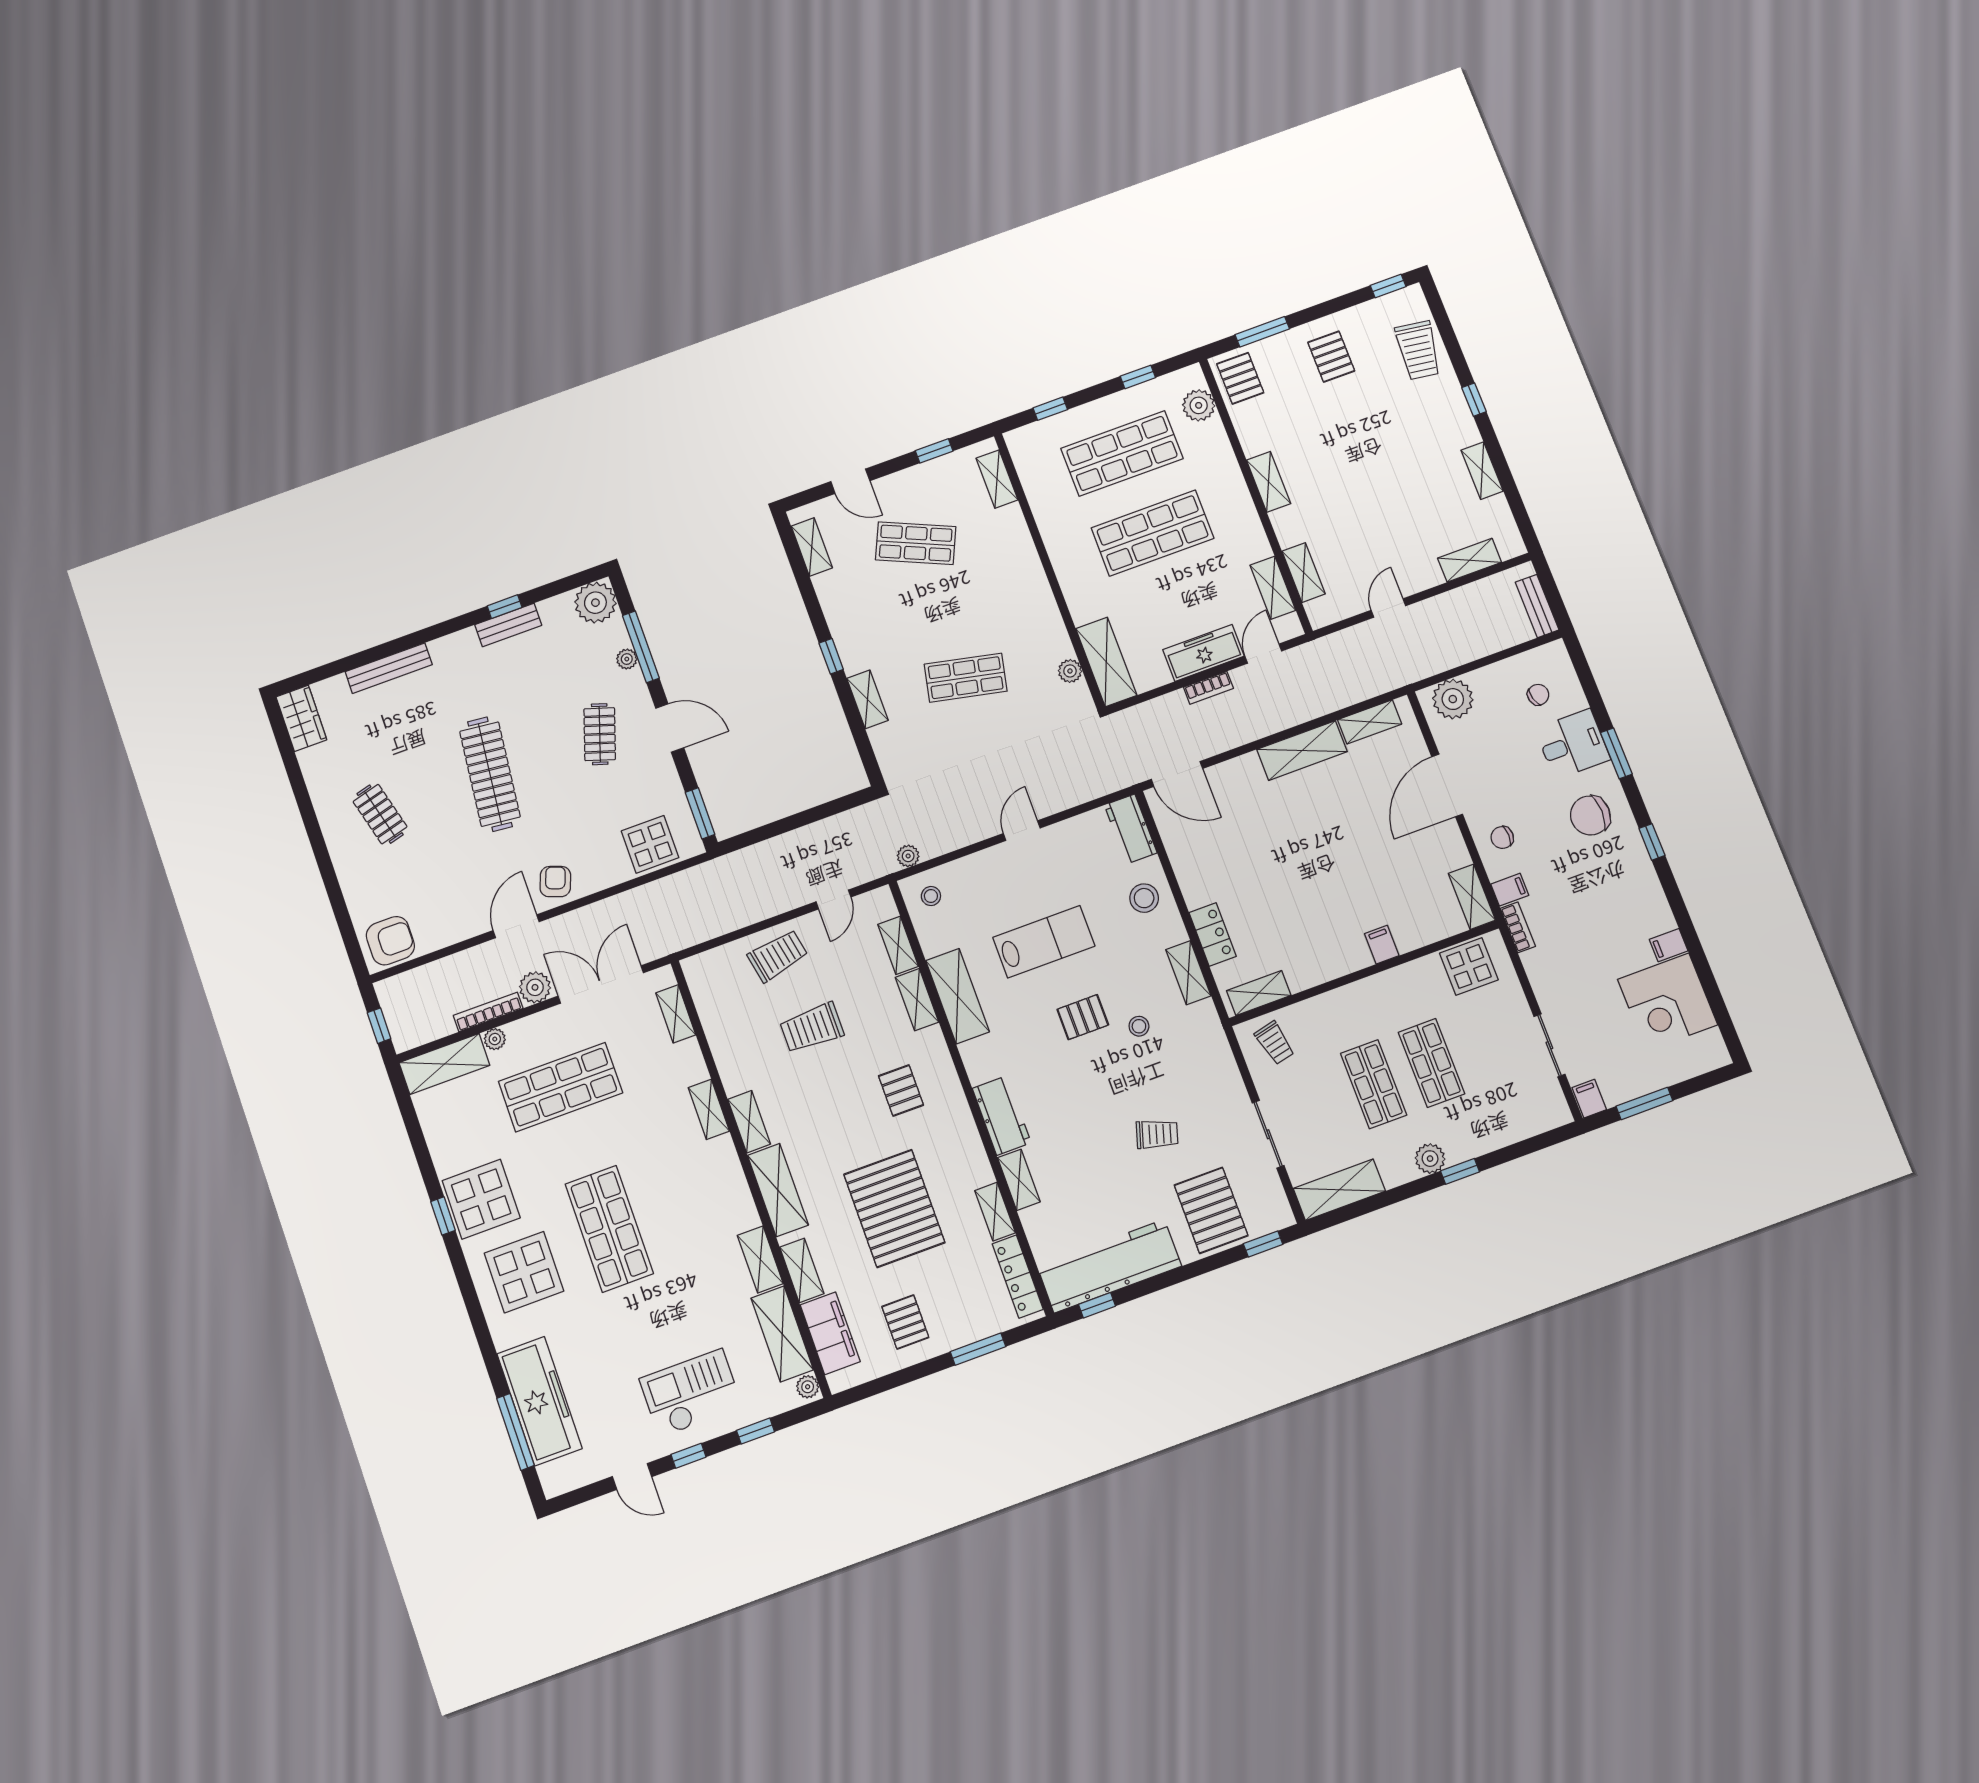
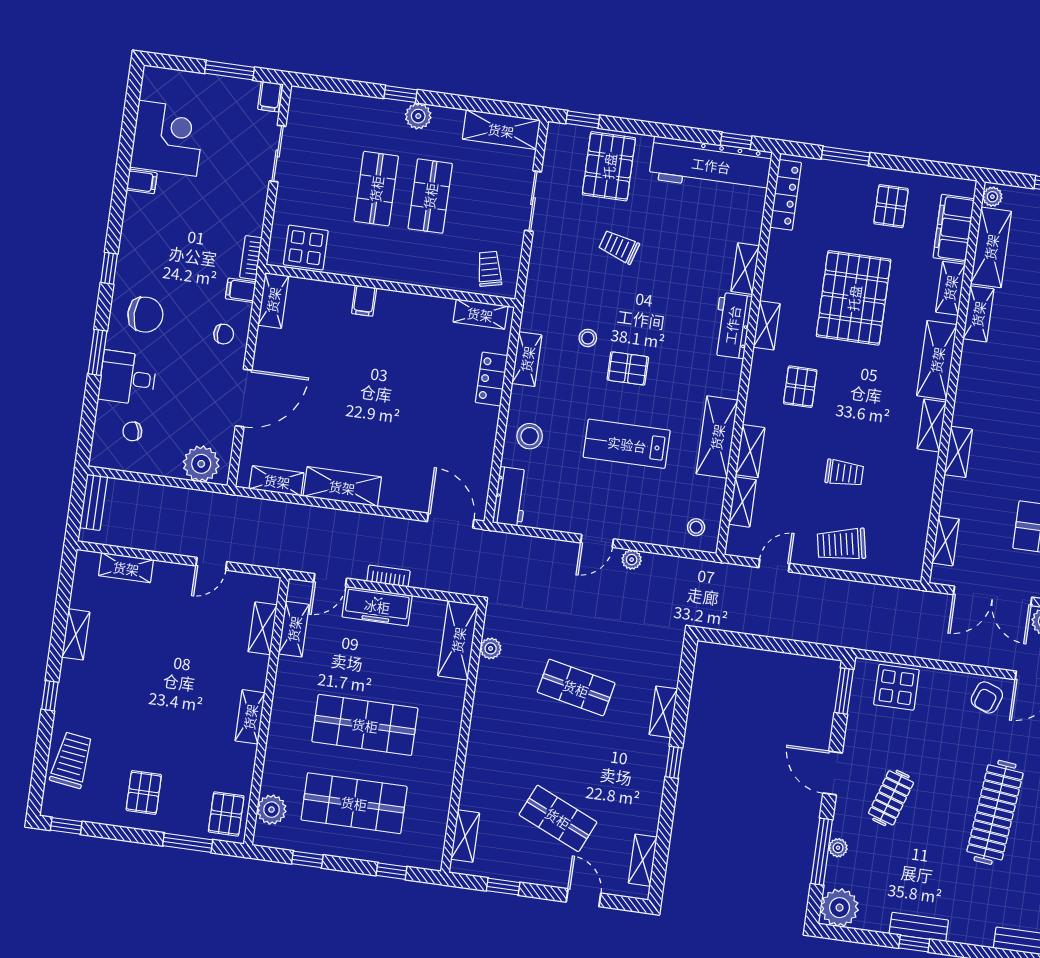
plant: (908, 856) -> (632, 560), moved
trolley: (812, 1028) -> (844, 473), width x0.73, depth x0.72
shelving: (995, 1212) -> (767, 325), moved

